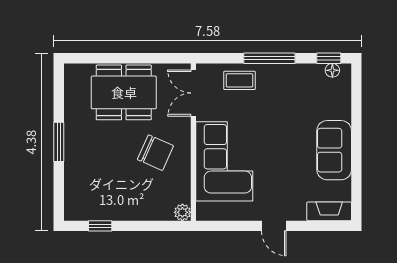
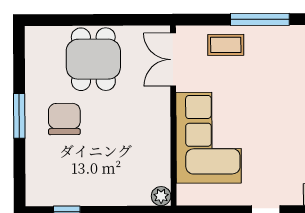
dining table: (124, 92) -> (93, 59), width x0.73
chair: (155, 153) -> (64, 119), moved, turned -114

